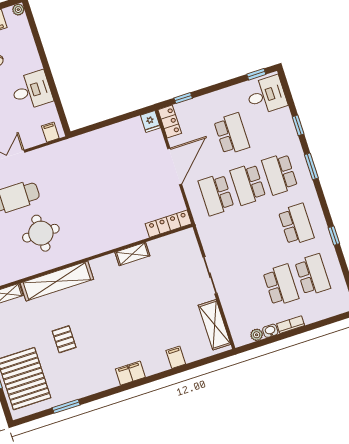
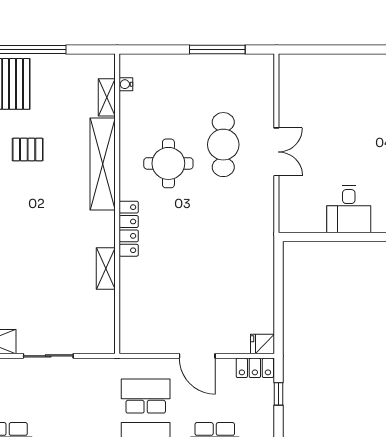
filing cabinet: (50, 132) -> (290, 216), removed
door: (175, 166) -> (197, 356), width x0.73
locker: (168, 224) -> (129, 229), moved

